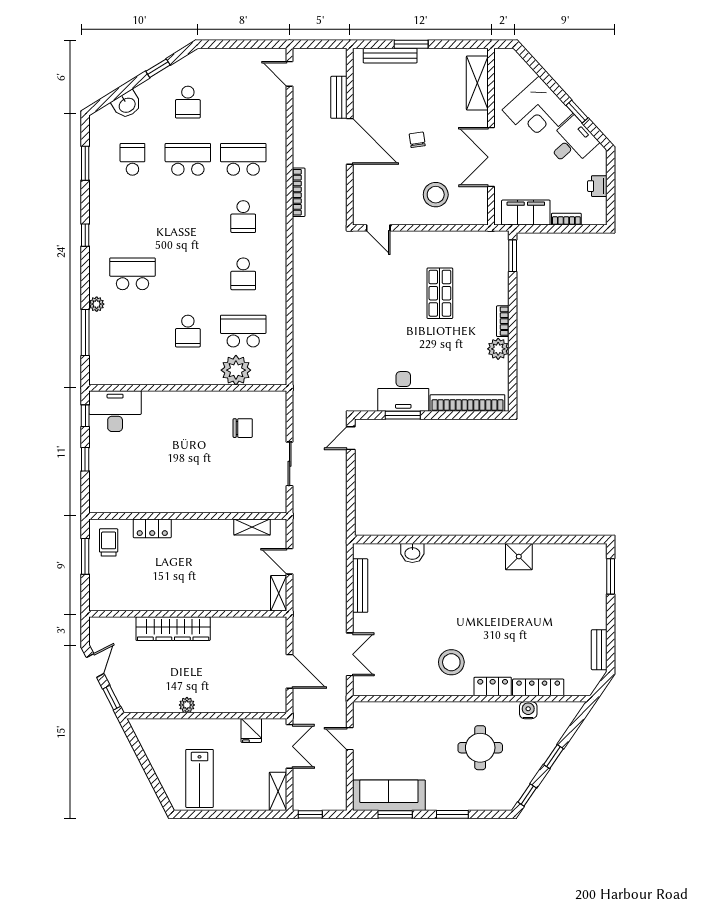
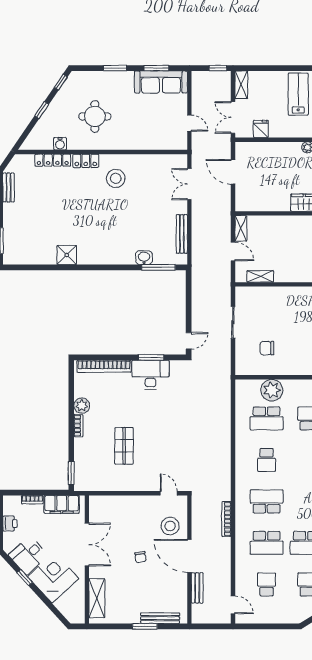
school desk: (243, 102) -> (267, 584), added
stool: (436, 195) -> (170, 526), moved
school desk: (243, 217) -> (267, 501), width x1.85
school desk: (243, 274) -> (267, 460), turned 180
window: (392, 540) -> (158, 267), added

